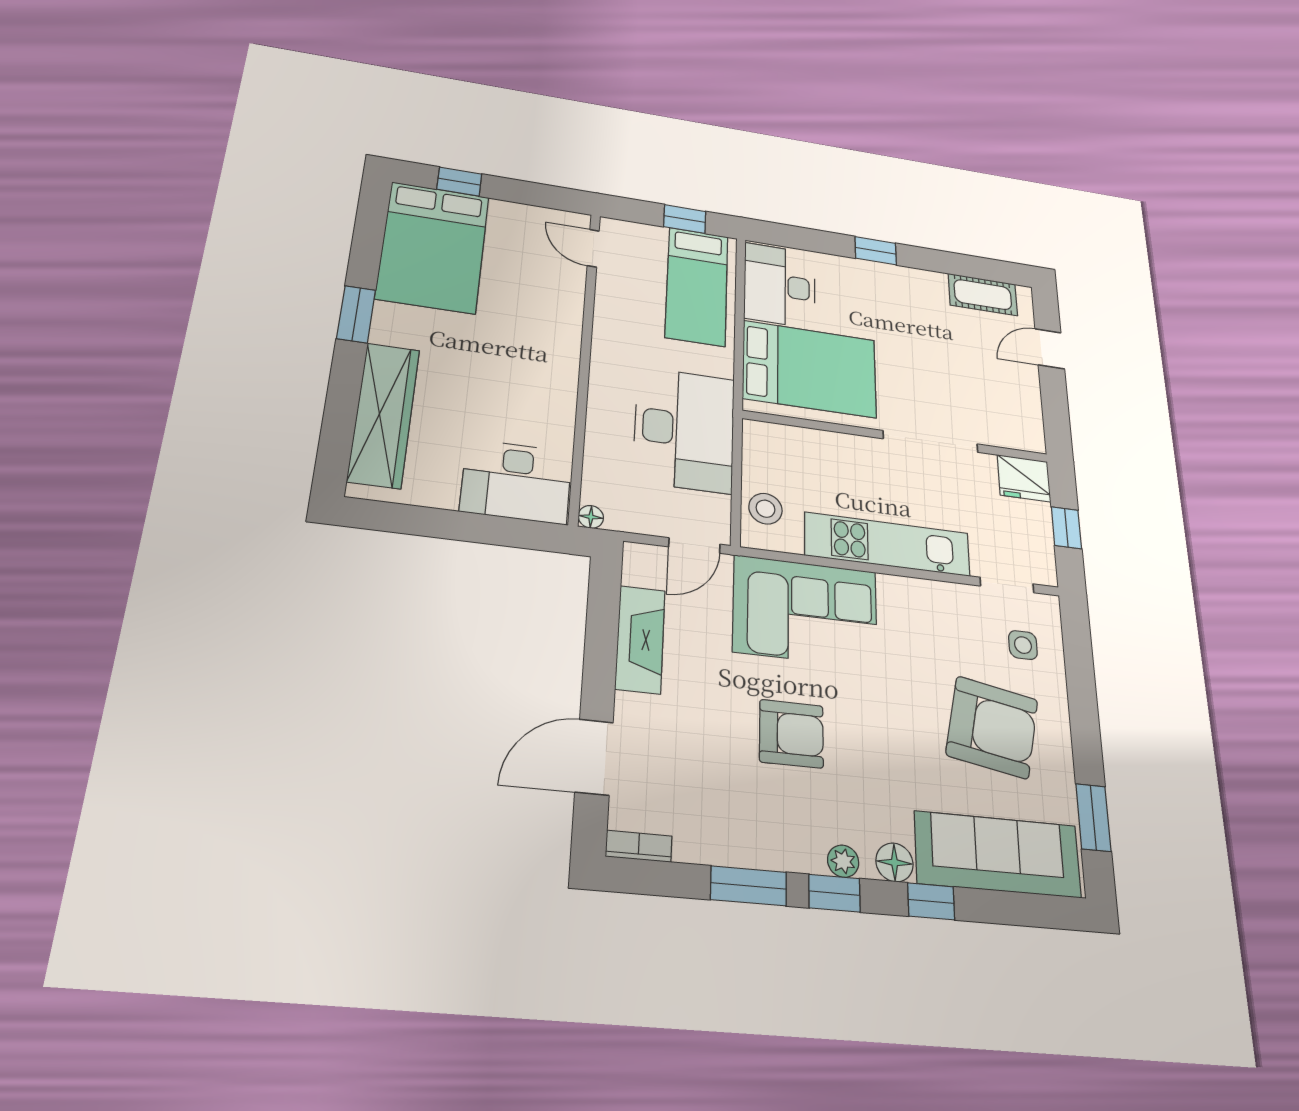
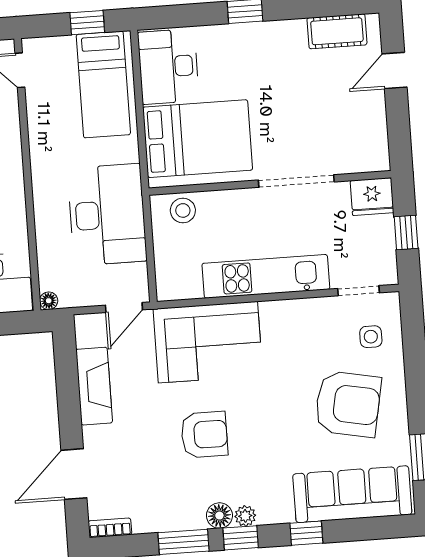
stool: (765, 509) -> (183, 210), moved
floor lamp: (895, 862) -> (219, 516), moved

